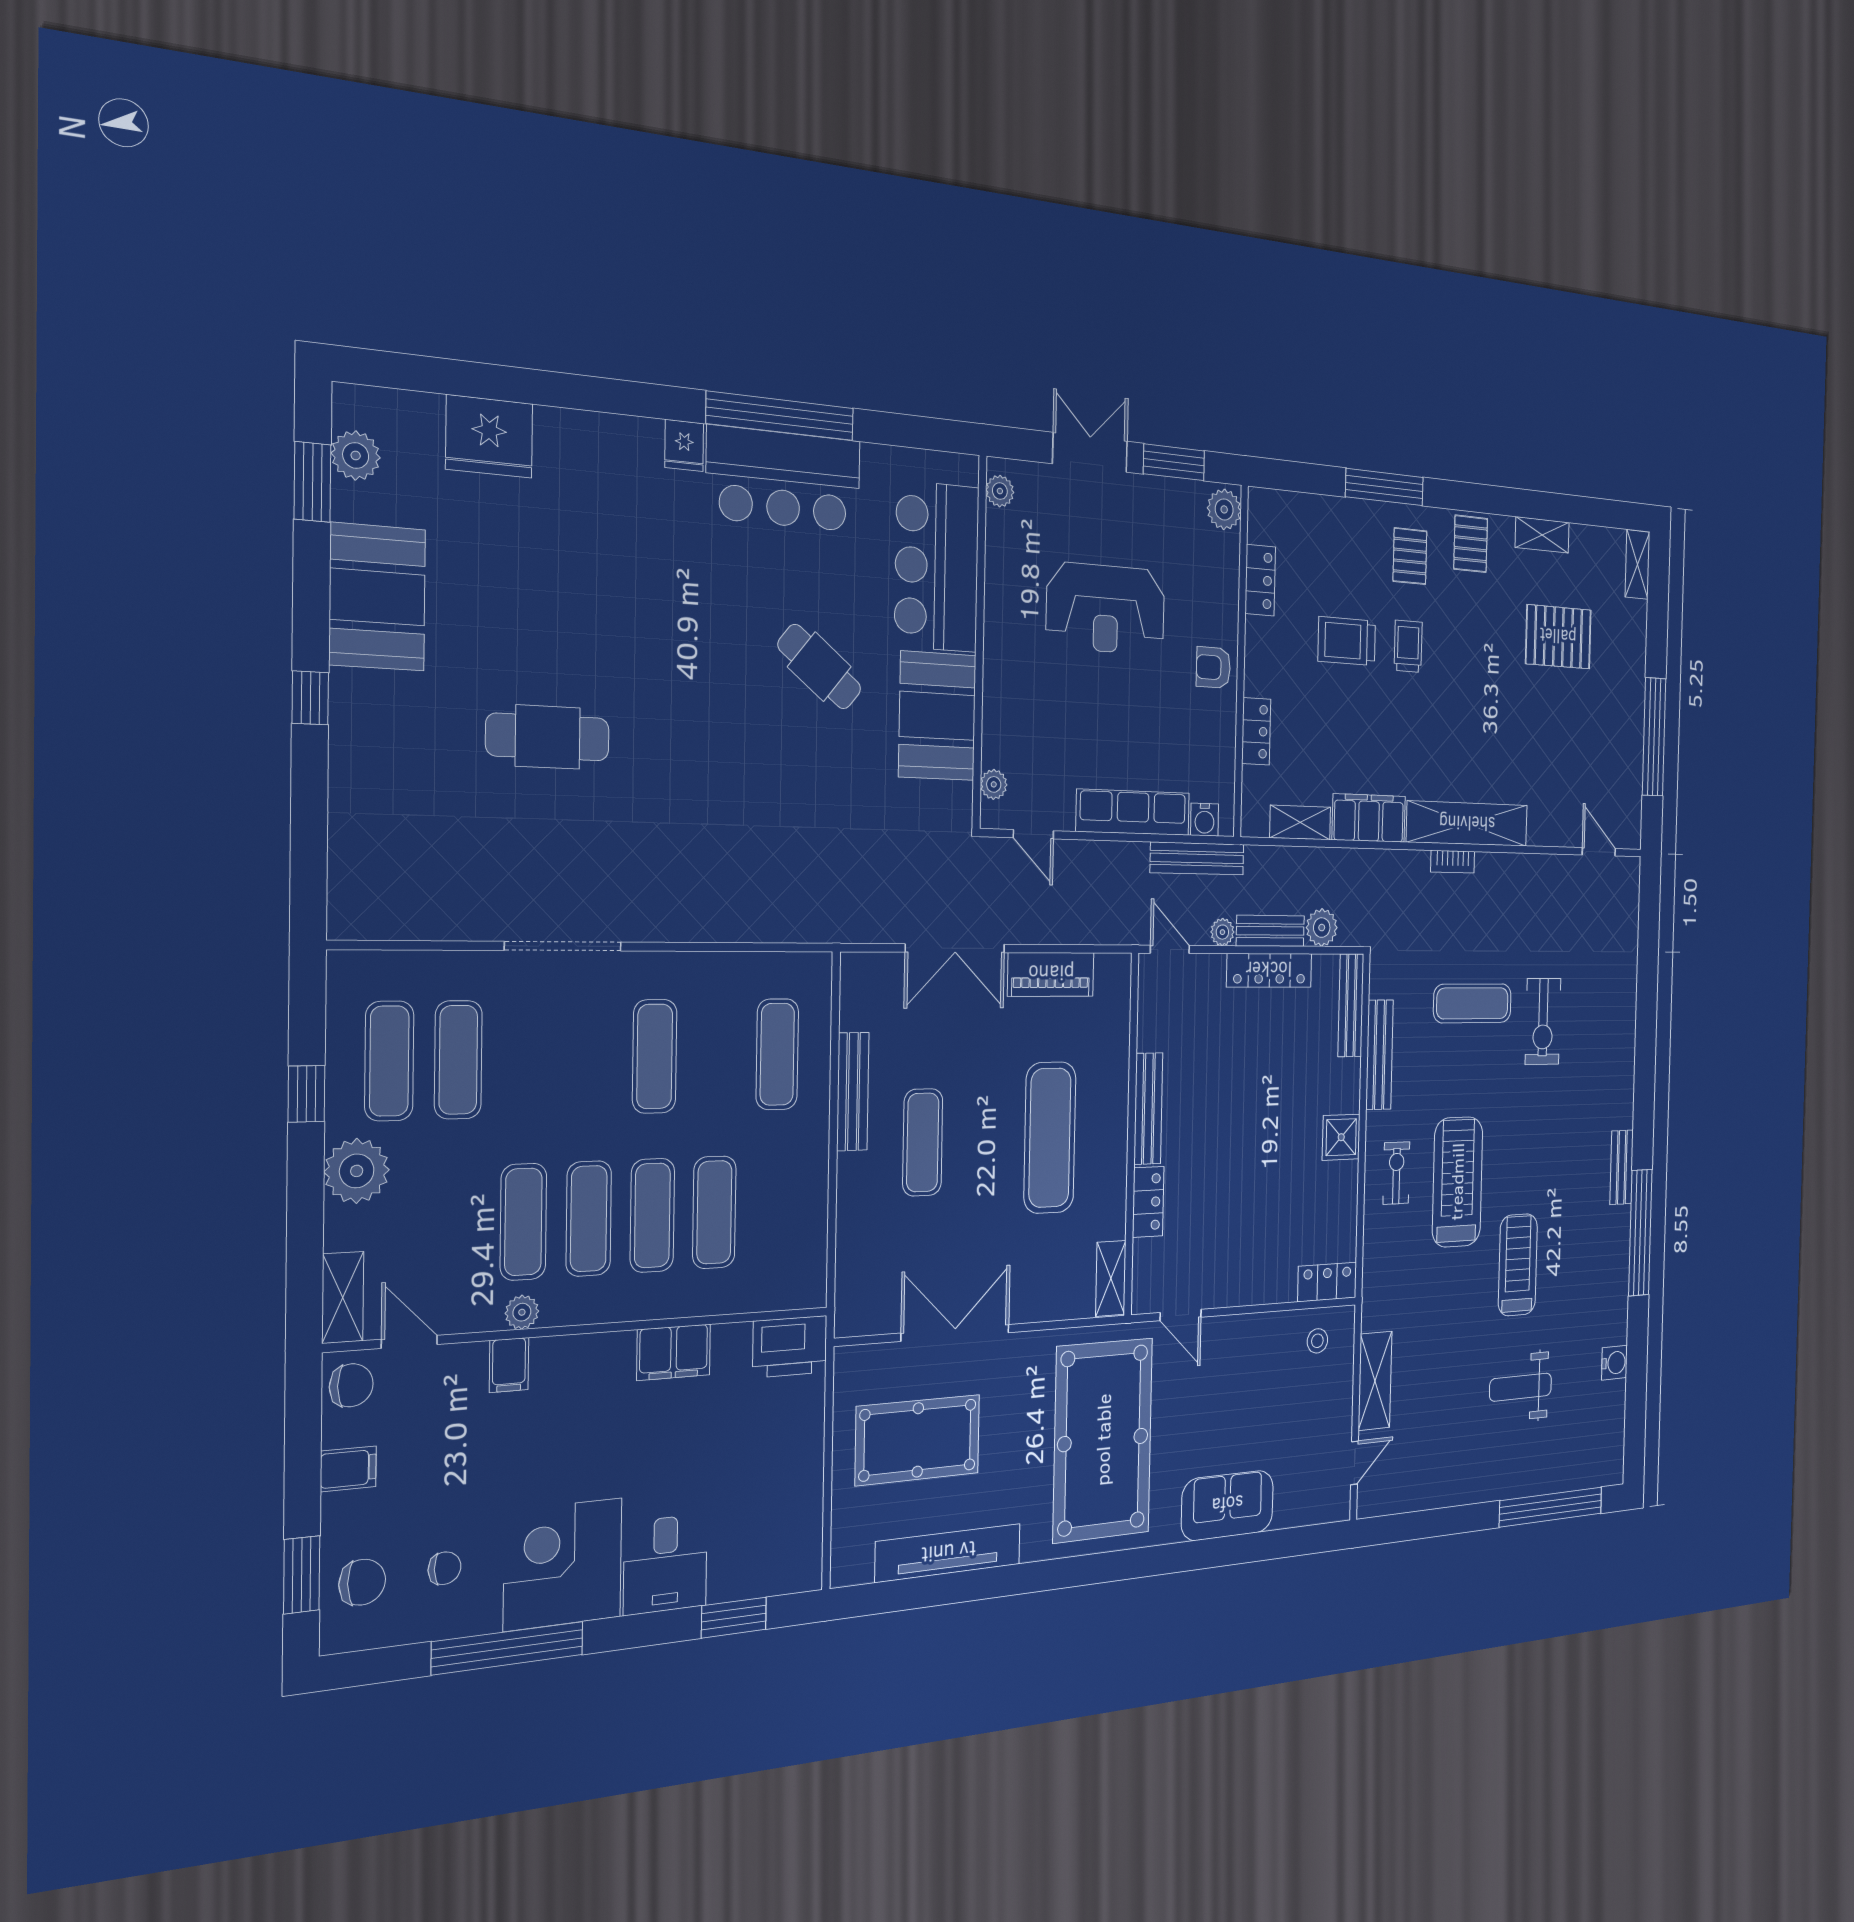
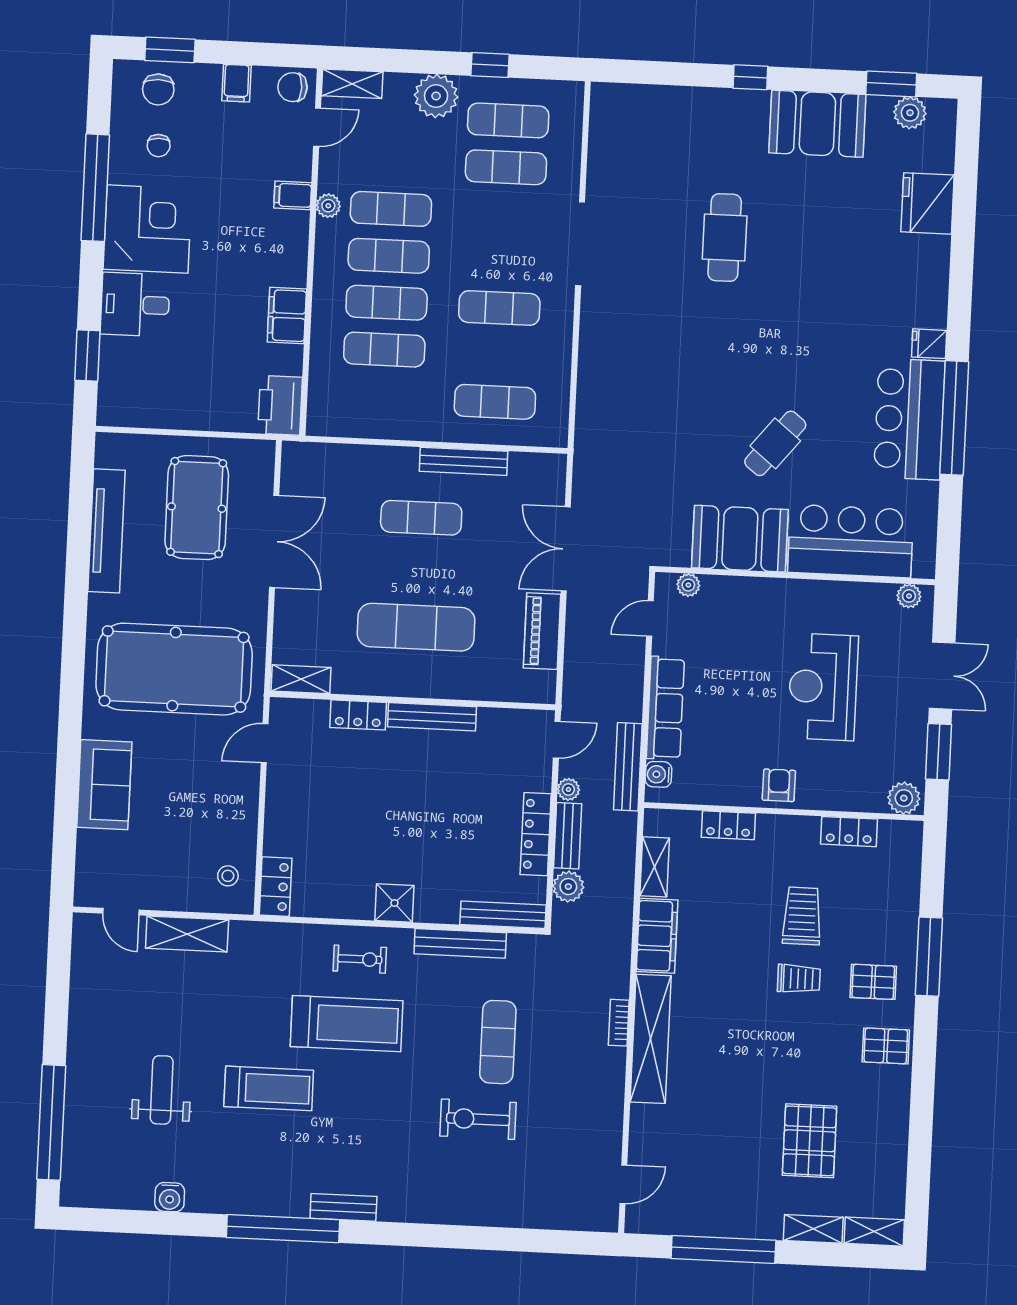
shelving: (1542, 535) -> (813, 1229), moved, turned 90
chair: (351, 1385) -> (293, 87), turned 90

